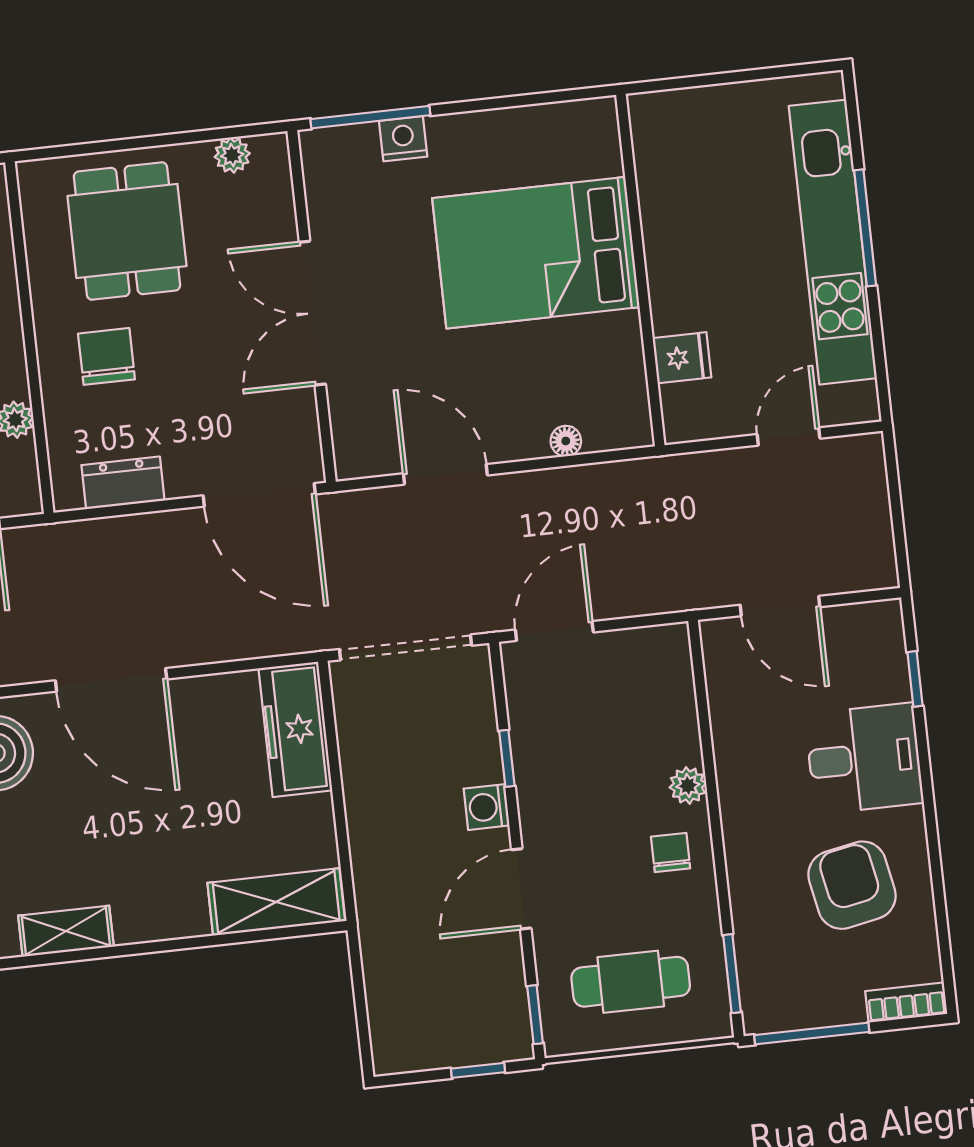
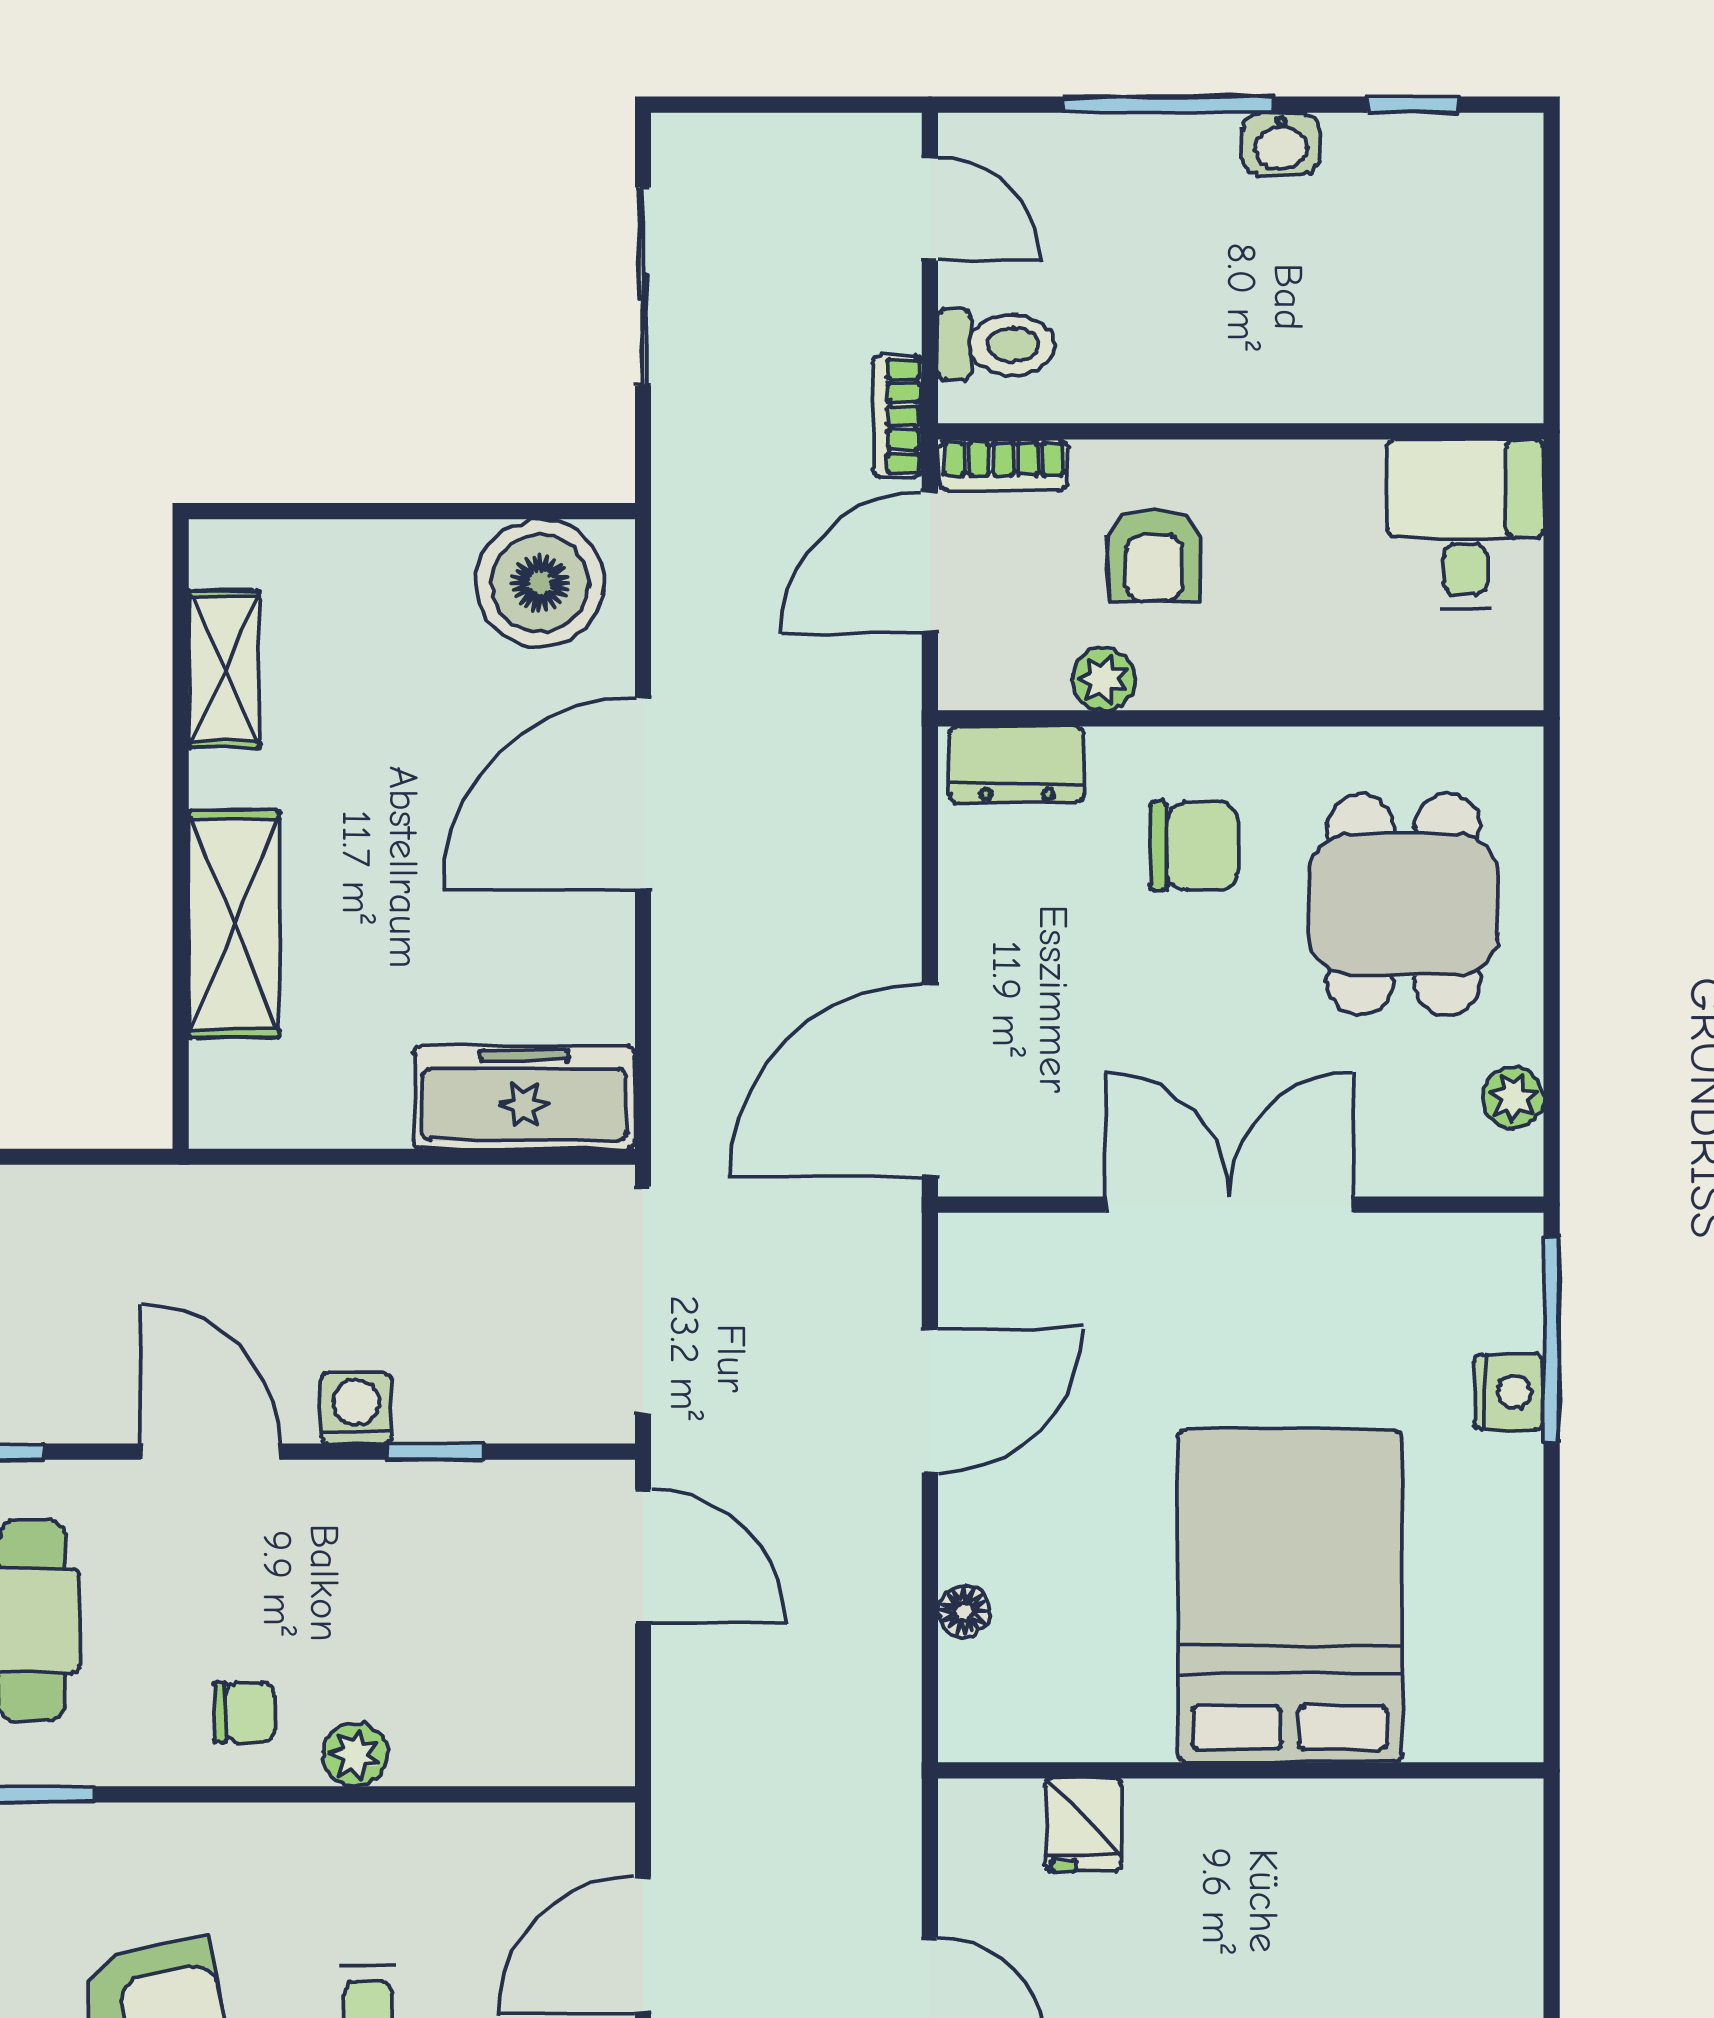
dining table: (127, 231) -> (1404, 905), turned 90
dresser: (123, 483) -> (1017, 764), moved, turned 90
shelving: (276, 902) -> (234, 924), moved

